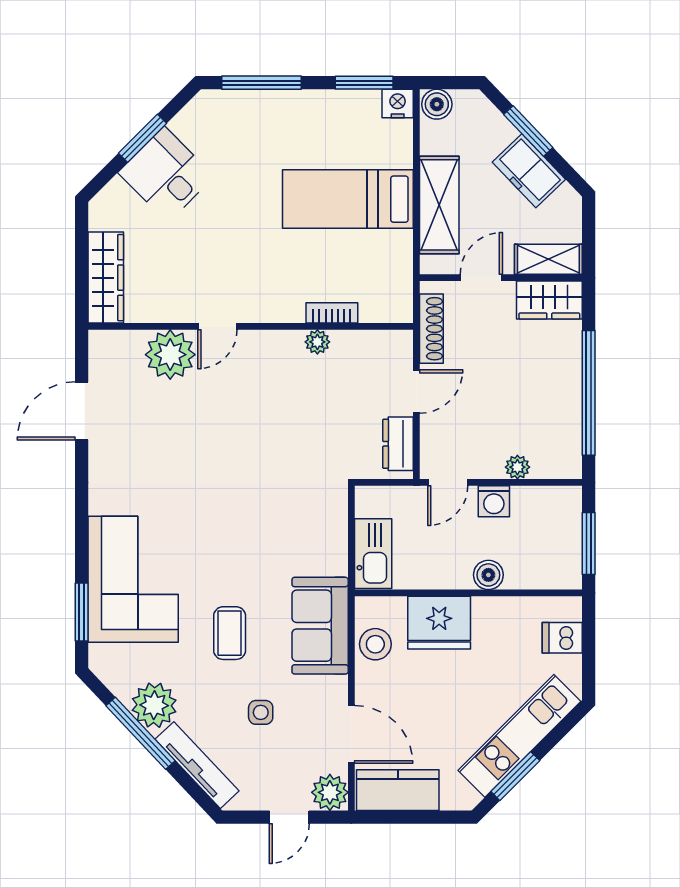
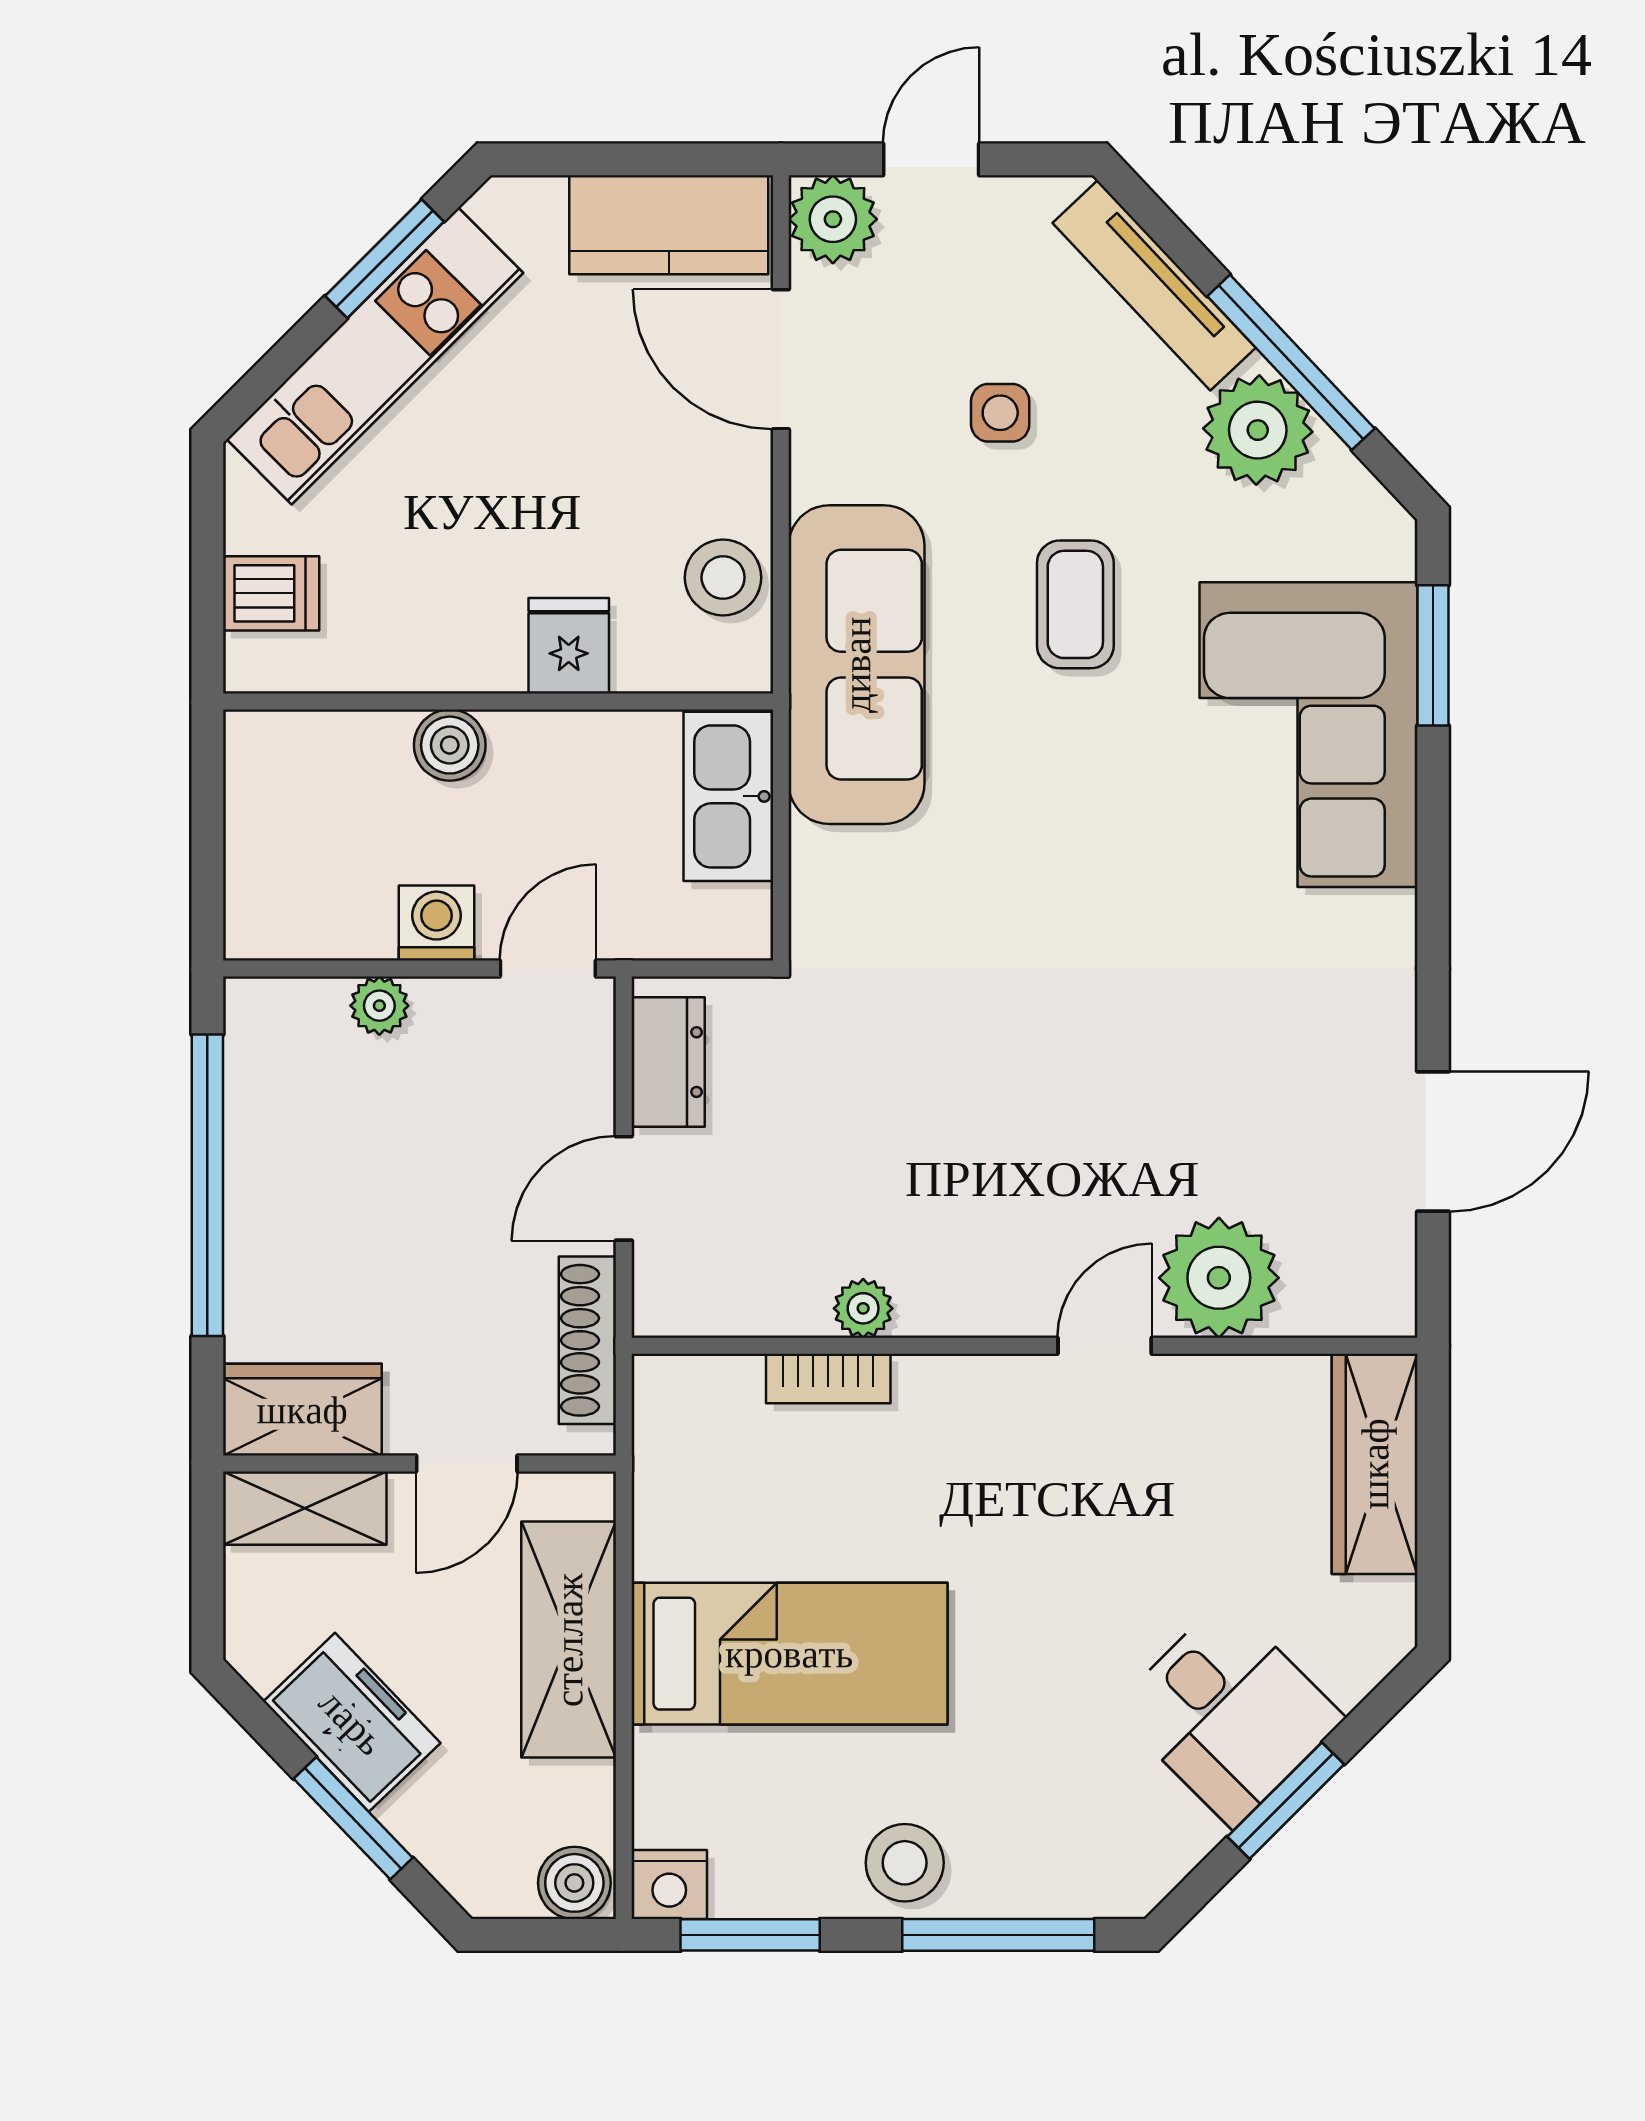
stool: (300, 113) -> (905, 1863), added
window: (589, 544) -> (207, 821), removed
fridge: (439, 623) -> (569, 646), width x0.53, depth x0.75
sofa: (320, 626) -> (857, 665), width x1.36

